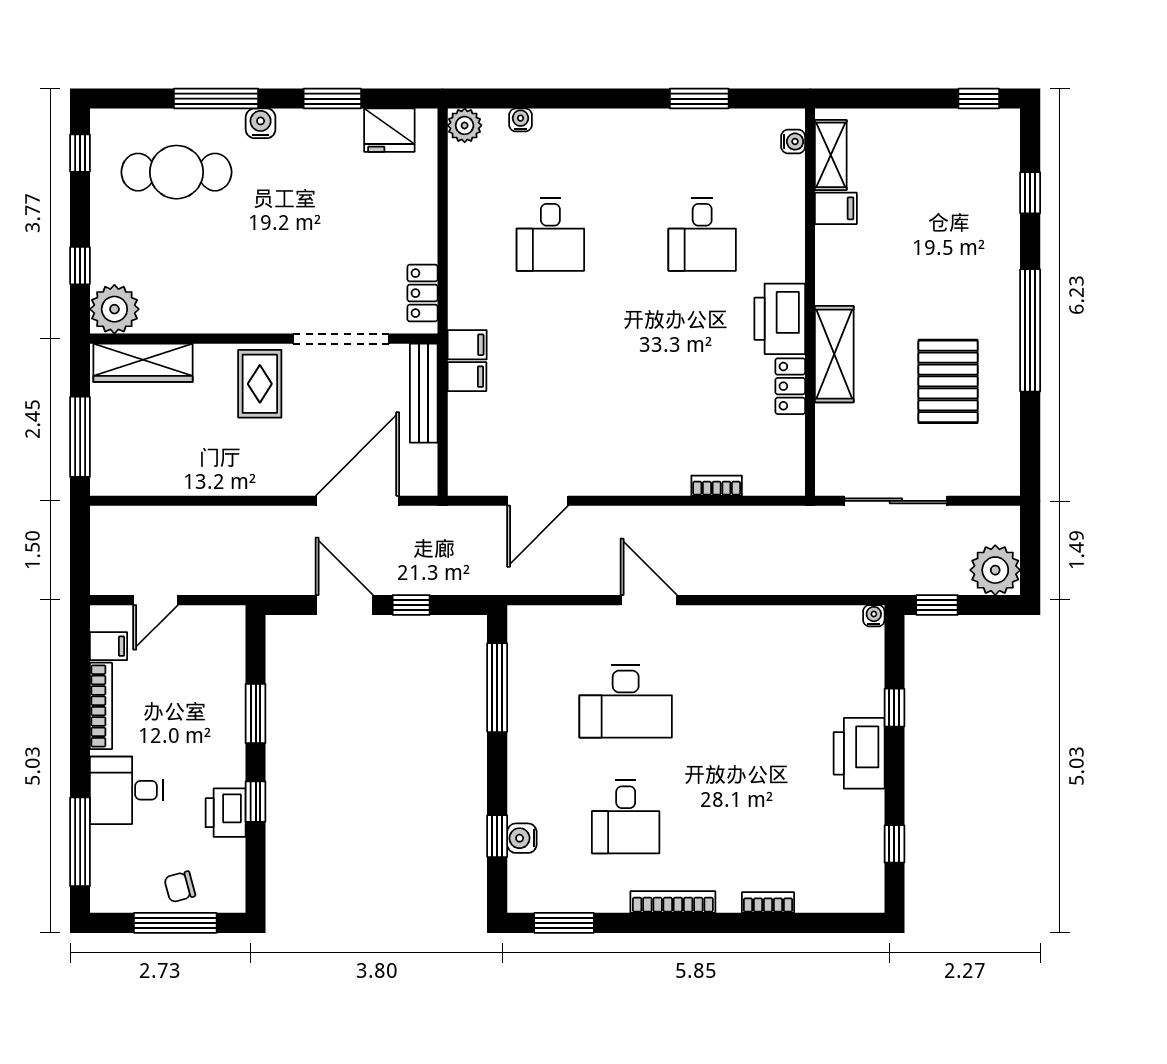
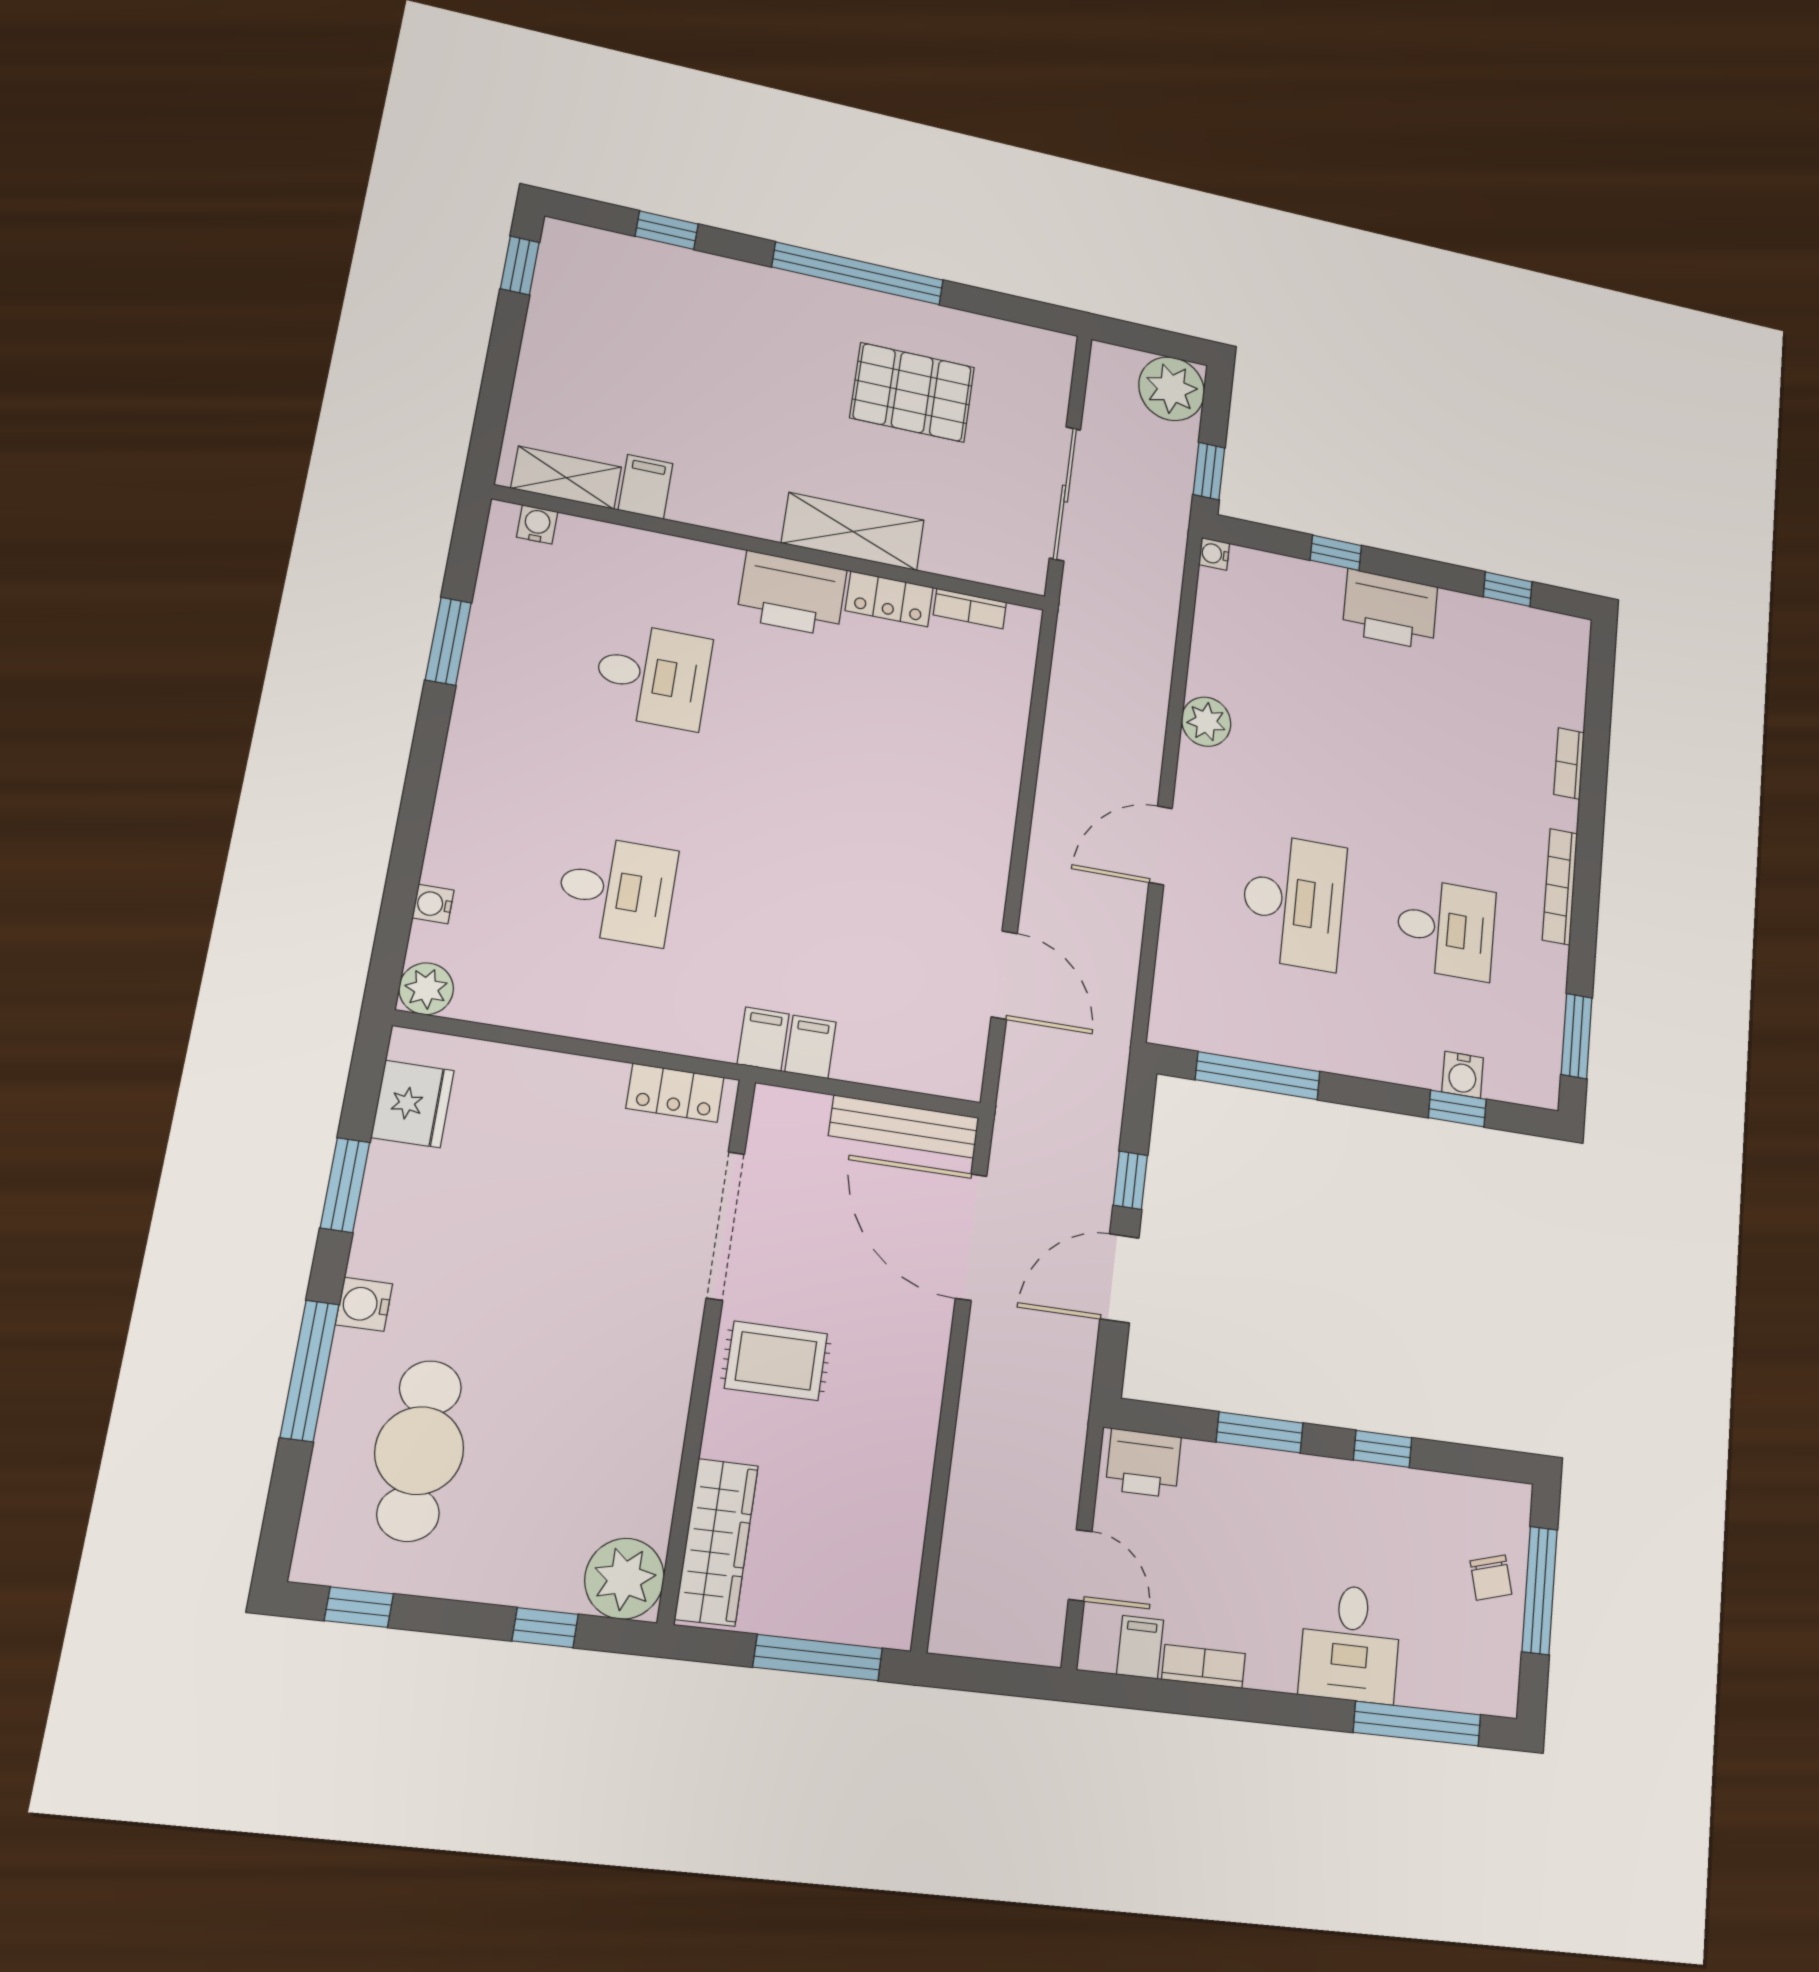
bench: (424, 393) -> (904, 1127), moved
bookcase: (717, 486) -> (970, 609), moved, turned -90
plant: (746, 623) -> (1206, 722), added
bookcase: (101, 706) -> (1204, 1666), width x0.64
printer: (226, 813) -> (1143, 1463), moved

